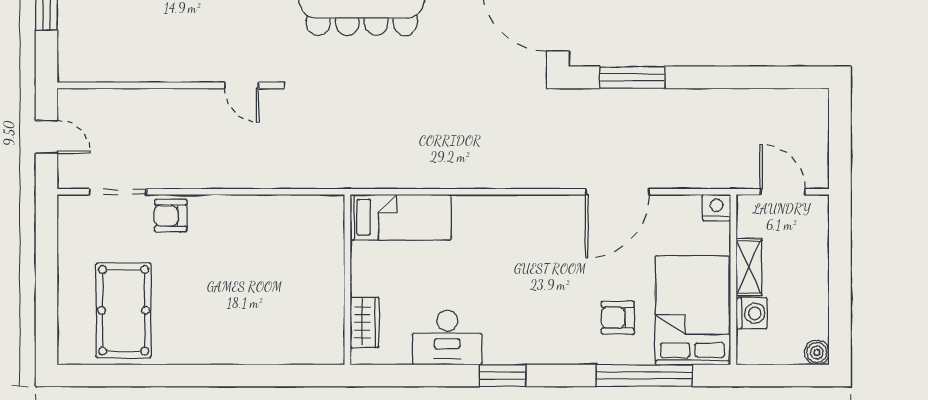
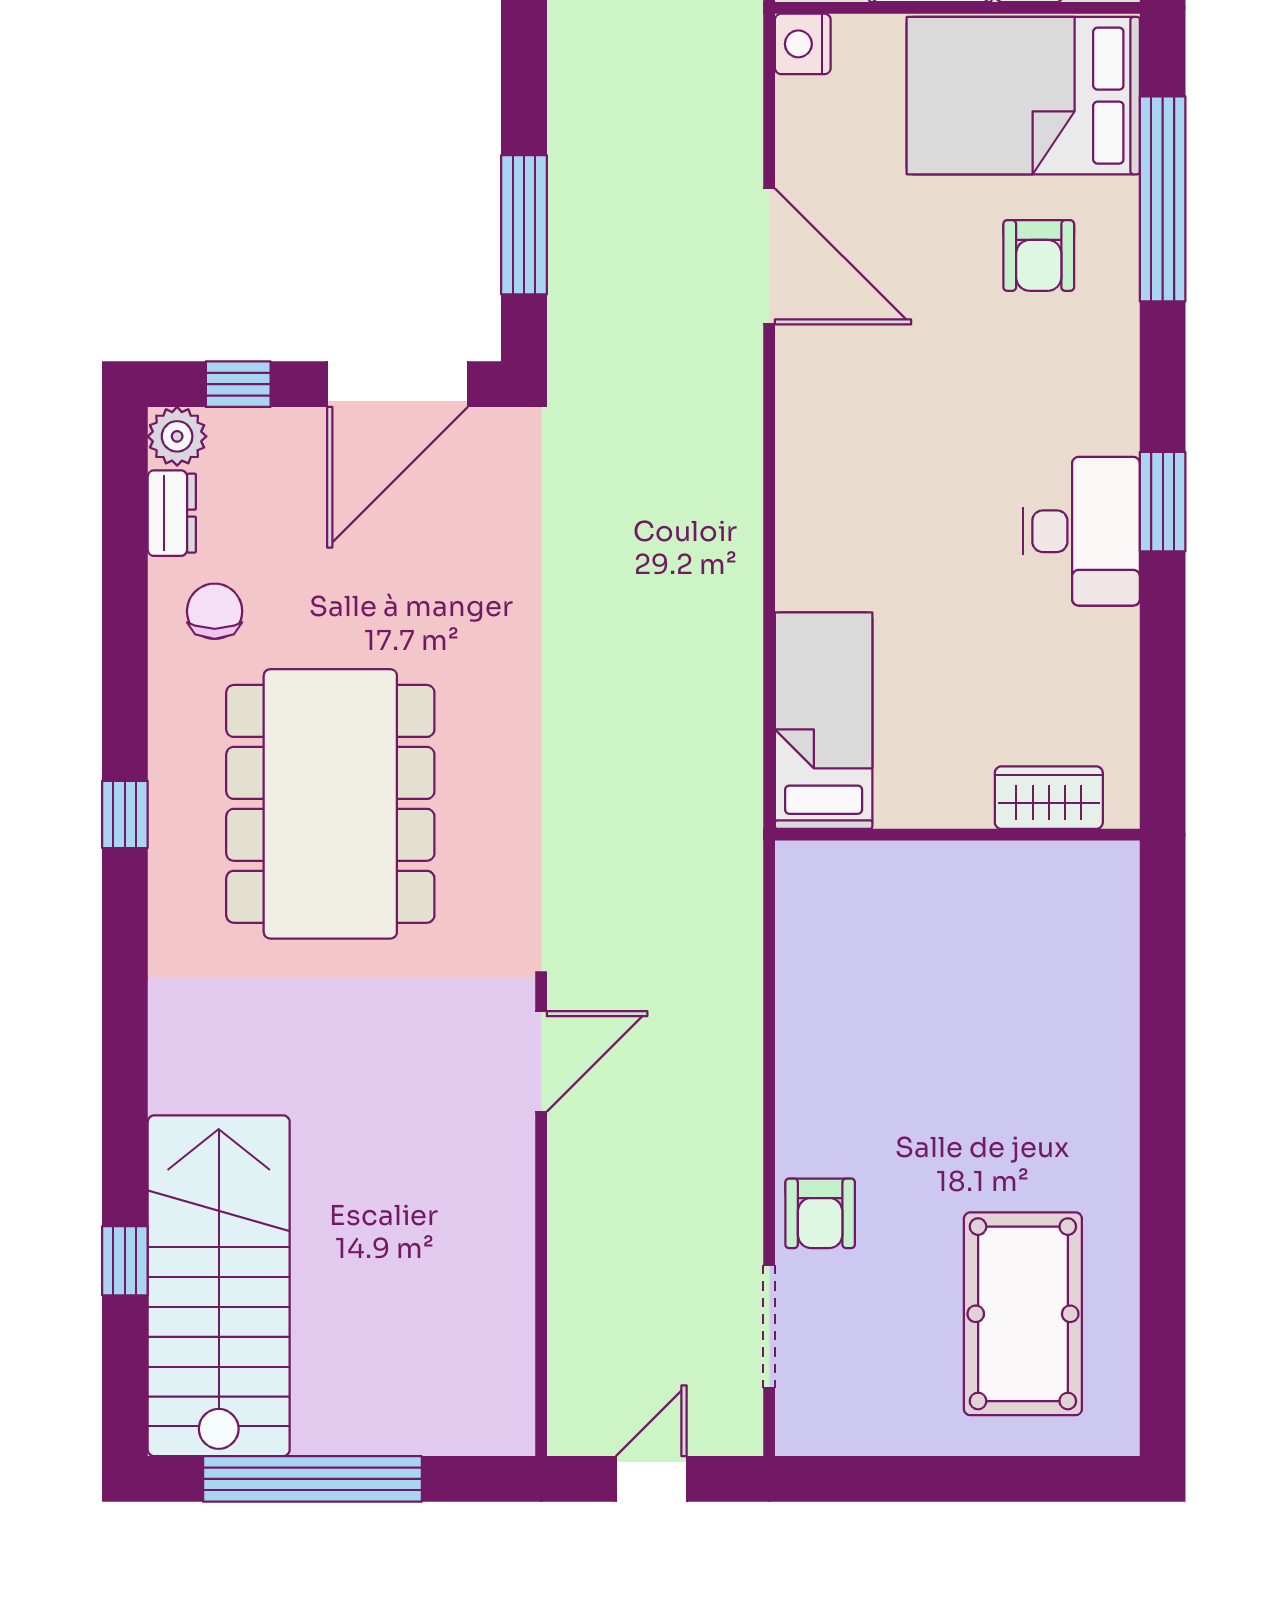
door: (242, 85) -> (541, 1061), width x1.38
pool table: (124, 310) -> (1023, 1314), turned 90
desk: (447, 338) -> (1081, 531), moved

